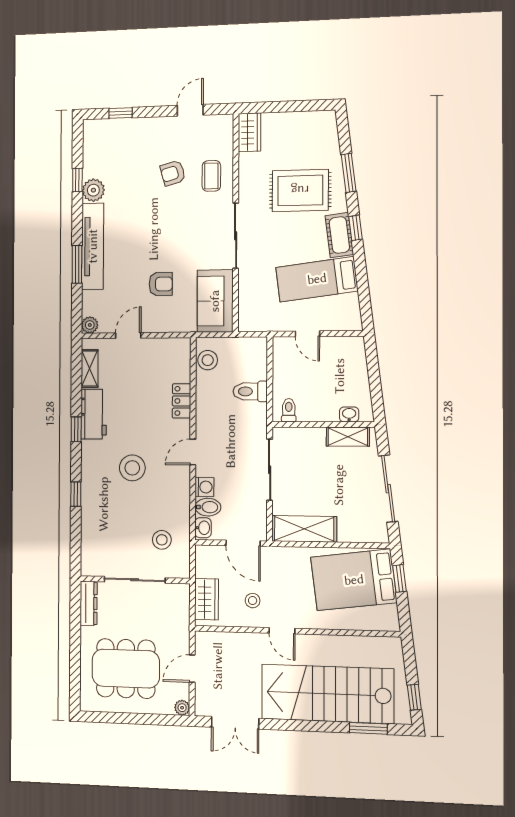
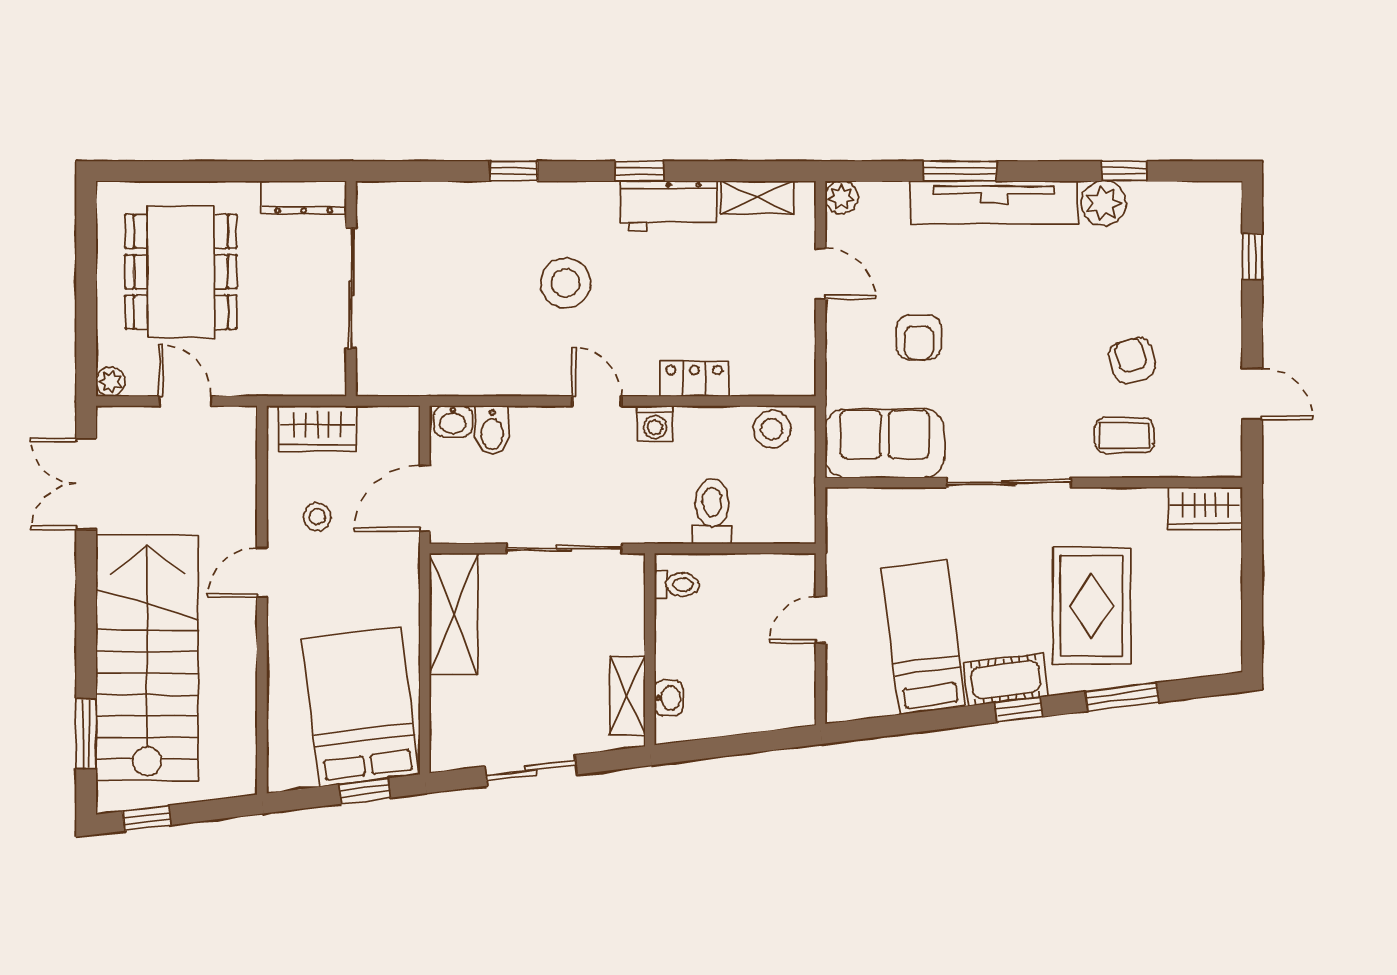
washing machine: (204, 487) -> (655, 424), moved
sliding door: (388, 489) -> (531, 770), width x0.73
stool: (162, 540) -> (429, 341), removed

